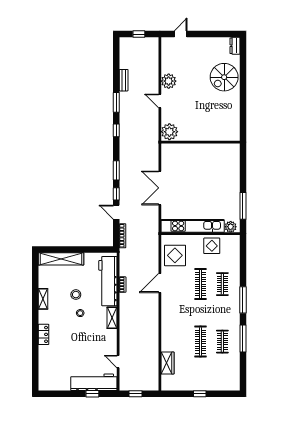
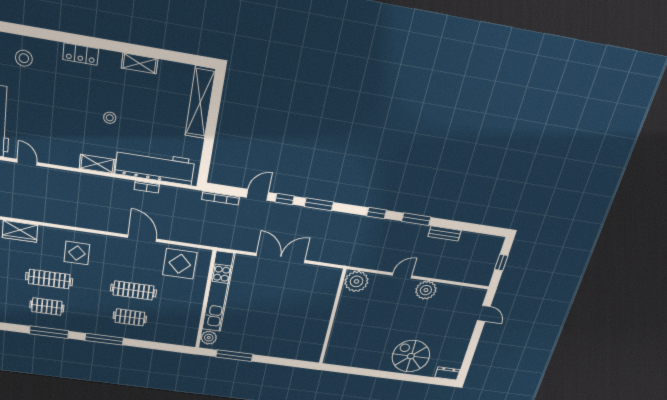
display table: (212, 246) -> (77, 253), moved
stool: (76, 295) -> (24, 58), moved
door: (118, 362) -> (27, 162), hinge flipped

